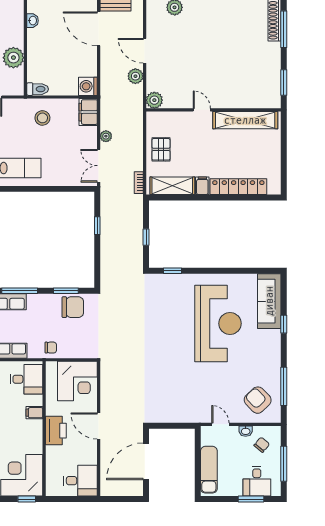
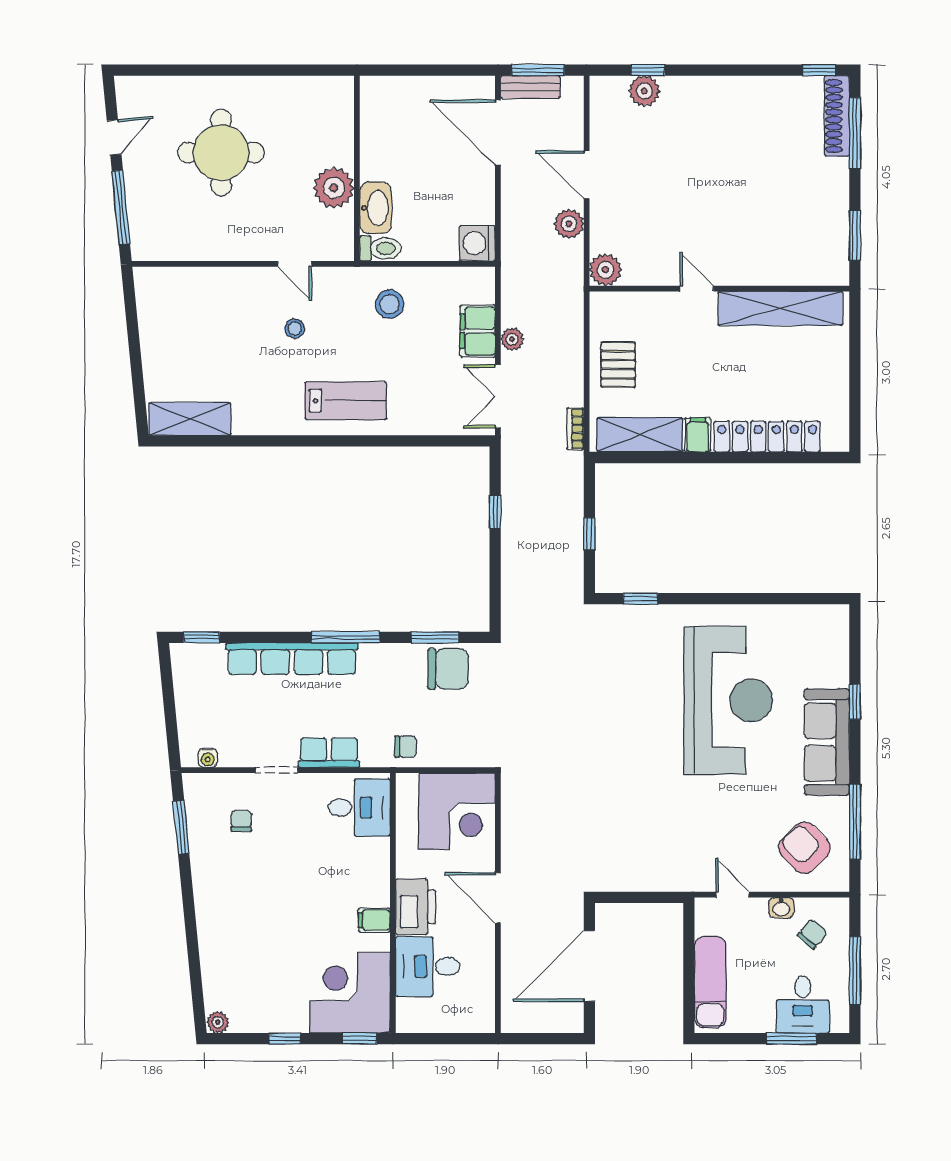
washbasin: (33, 21) -> (375, 208), moved, width x1.91, depth x1.45
filing cabinet: (88, 112) -> (478, 331), moved
sofa: (269, 301) -> (827, 742), moved
filing cabinet: (34, 413) -> (374, 920), moved
desk: (81, 481) -> (428, 966), moved, turned 180

